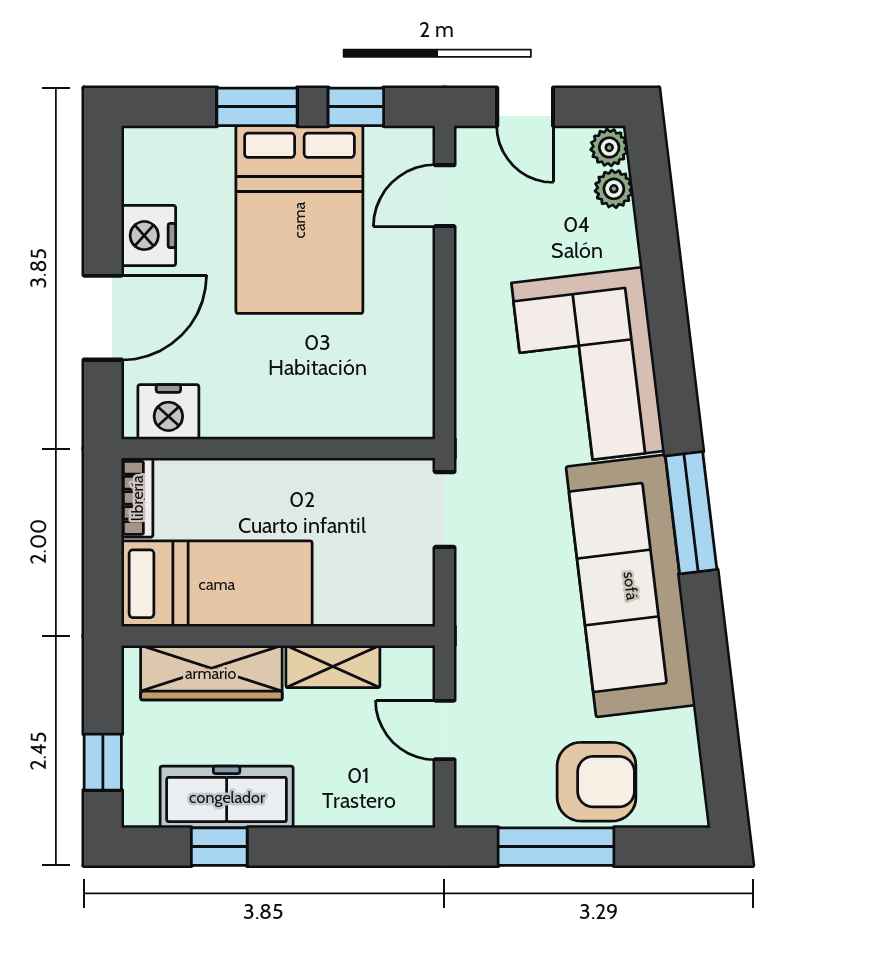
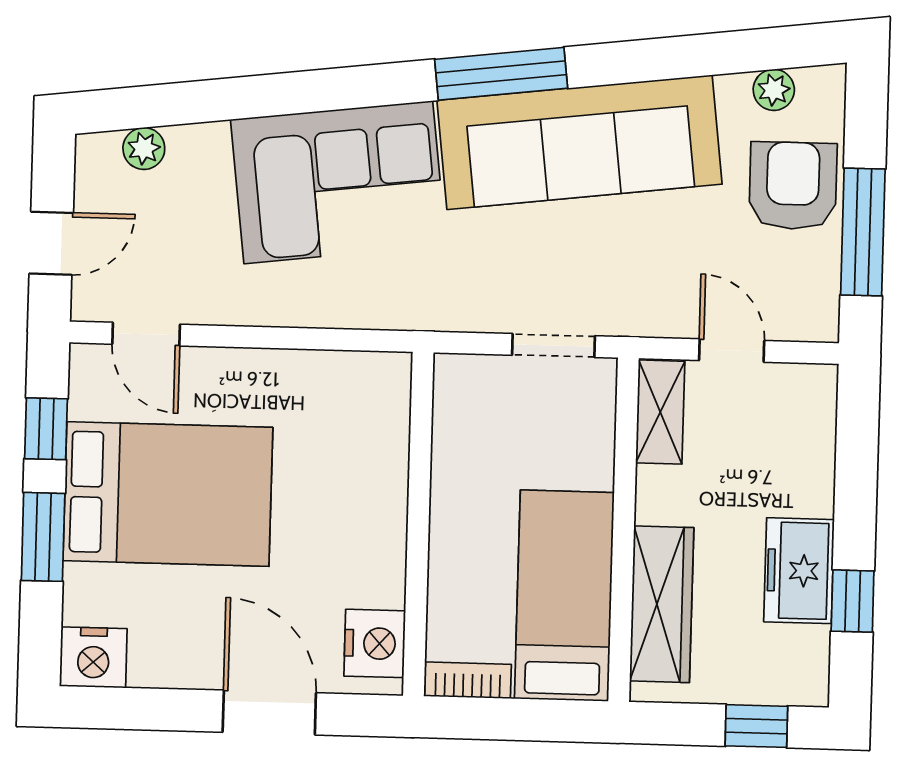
plant: (609, 147) -> (774, 90), moved
nightstand: (149, 236) -> (93, 657), moved
doorway: (445, 509) -> (553, 346), moved
shelving: (333, 666) -> (660, 412), moved
door: (445, 730) -> (732, 351), swing flipped
freezer: (227, 797) -> (799, 571), width x0.71

